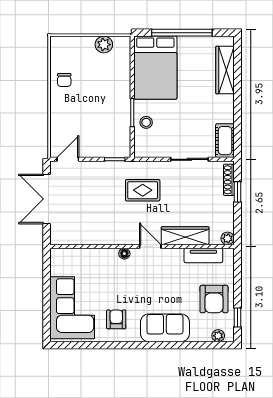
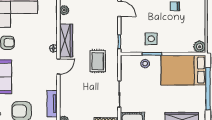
plant: (104, 45) -> (200, 47), moved
side table: (111, 114) -> (151, 39), added
wardrobe: (185, 236) -> (66, 41), moved
plant: (70, 238) -> (64, 10), added

